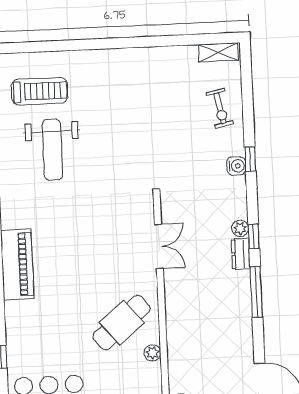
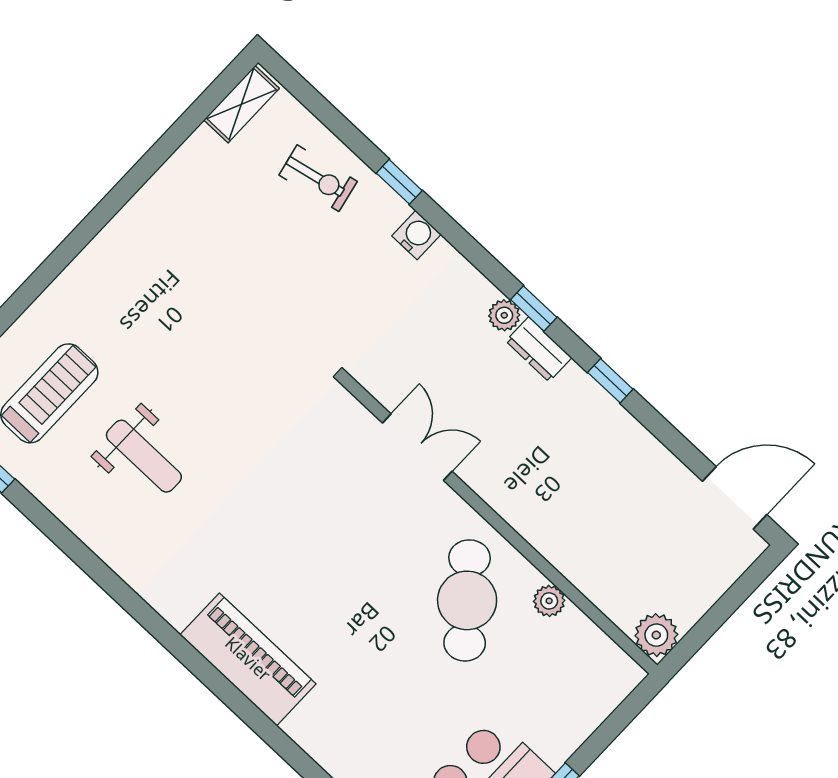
weight bench: (52, 150) -> (144, 456), width x0.73, depth x0.75
window: (250, 159) -> (399, 182), moved
window: (256, 292) -> (610, 381), width x0.46

